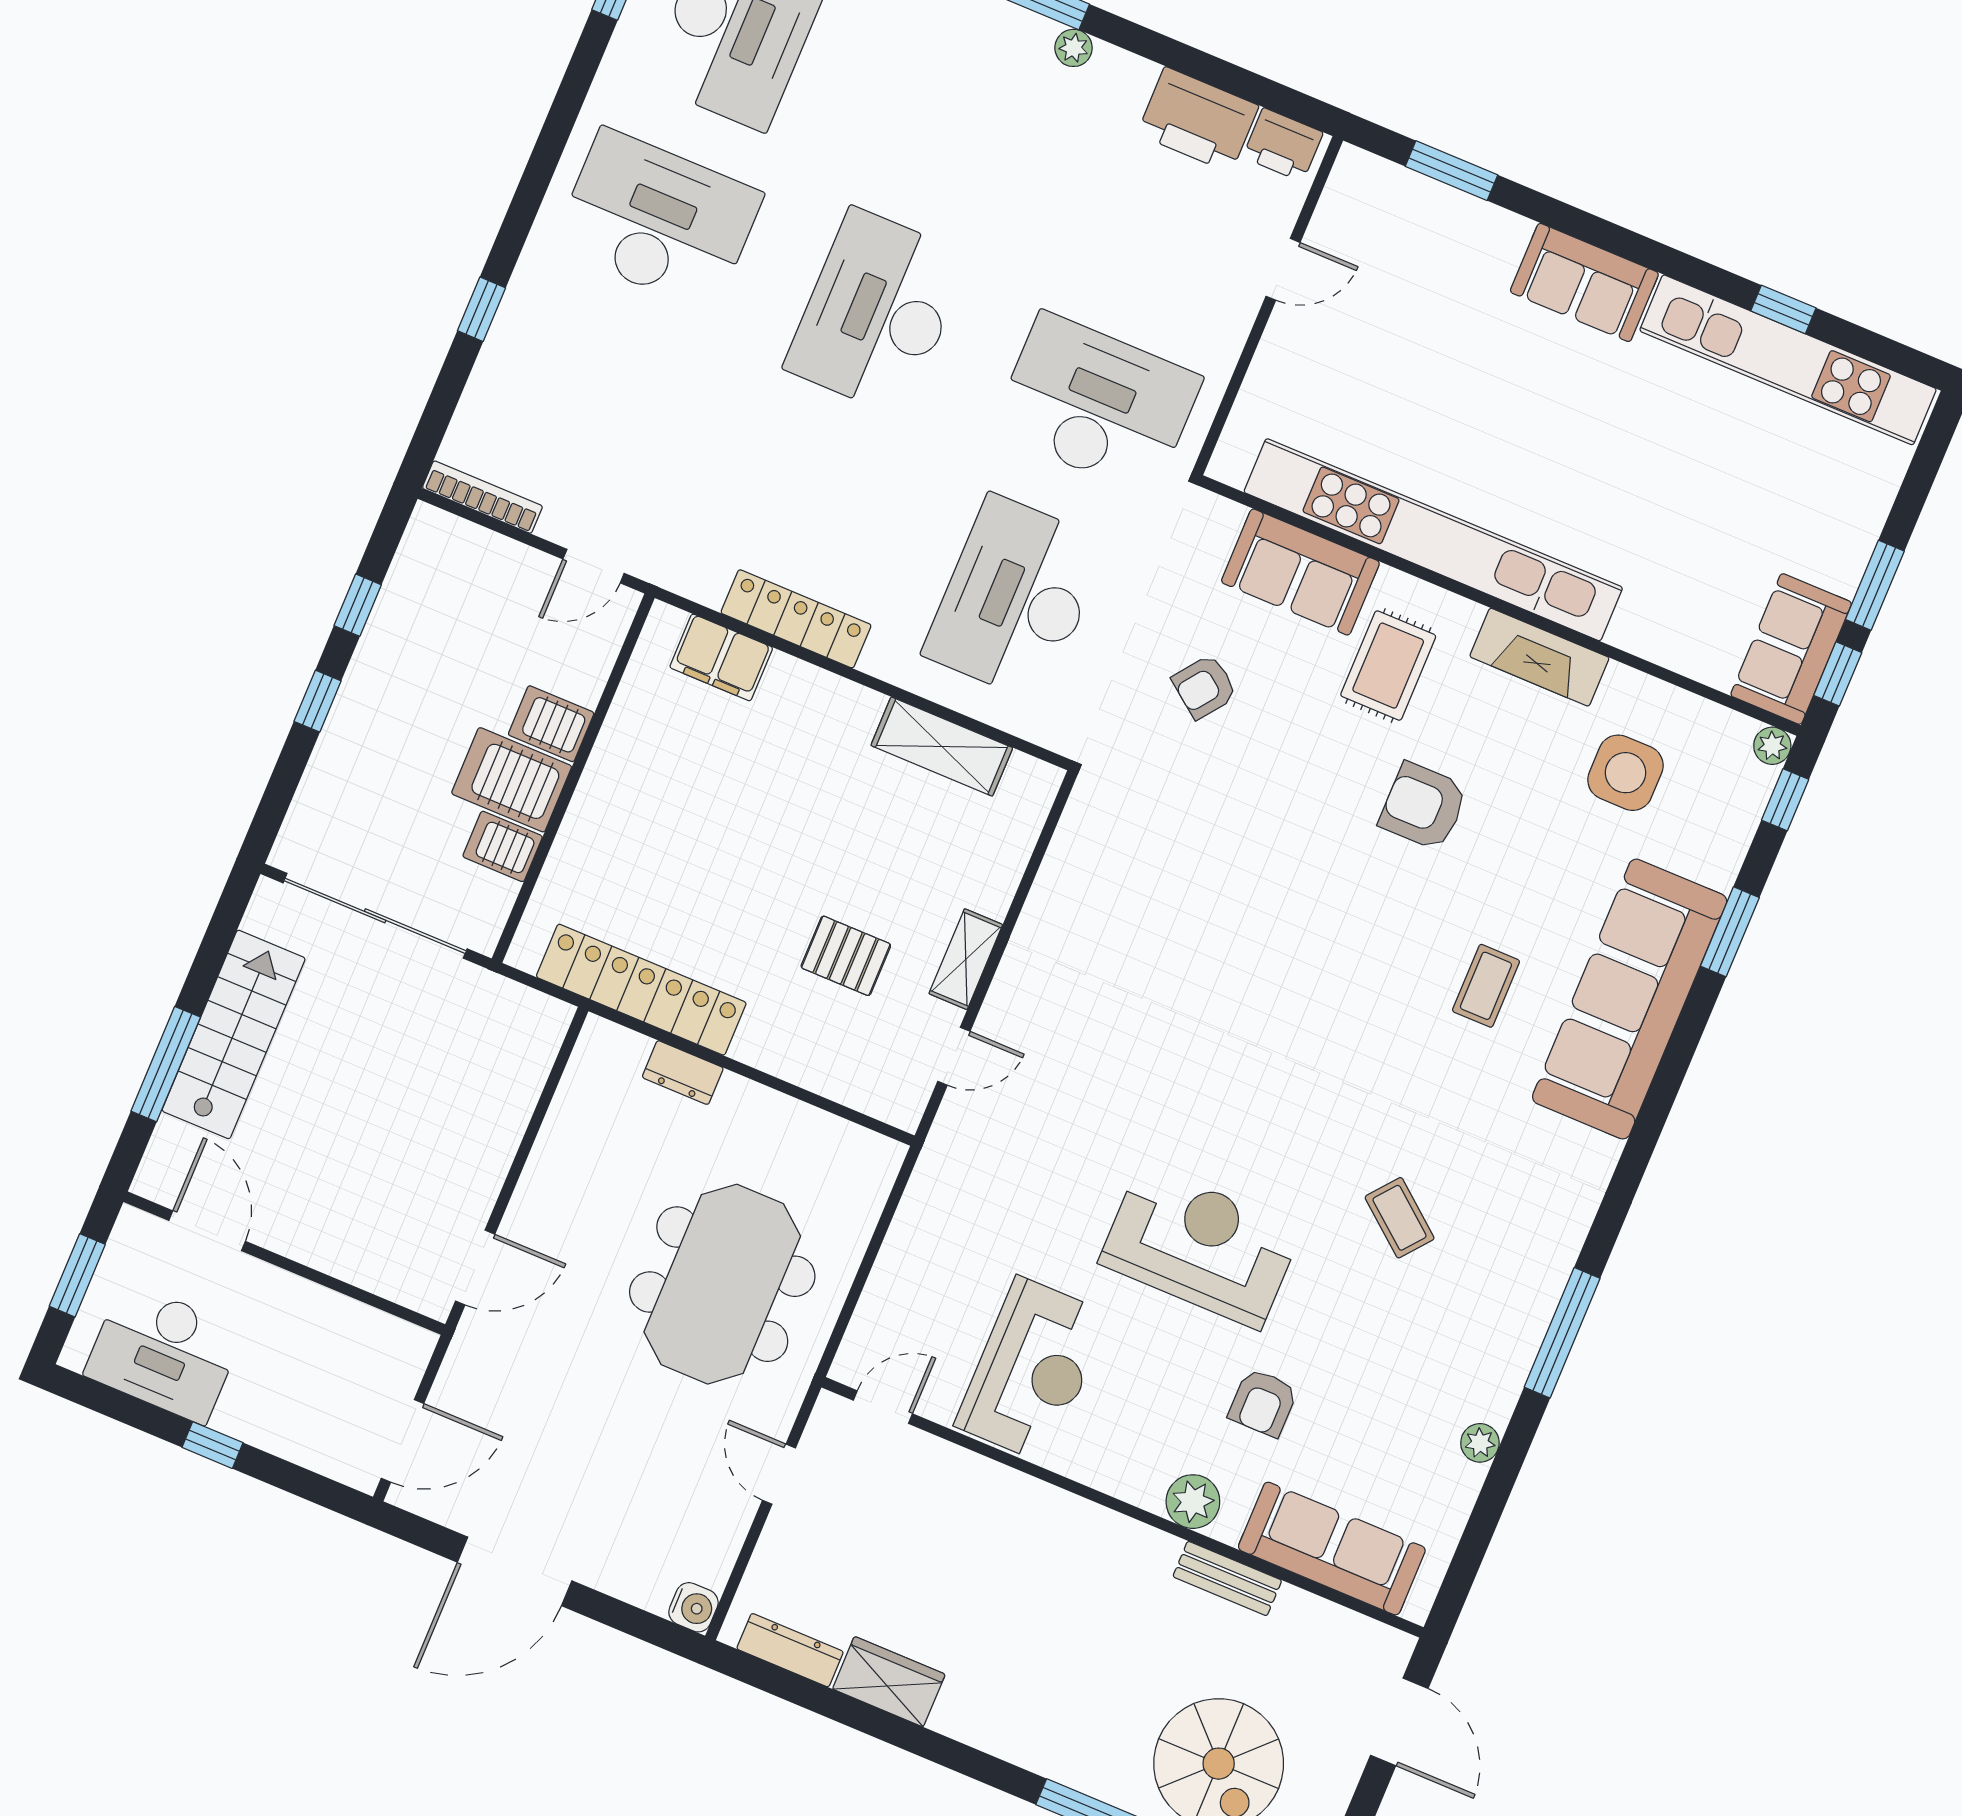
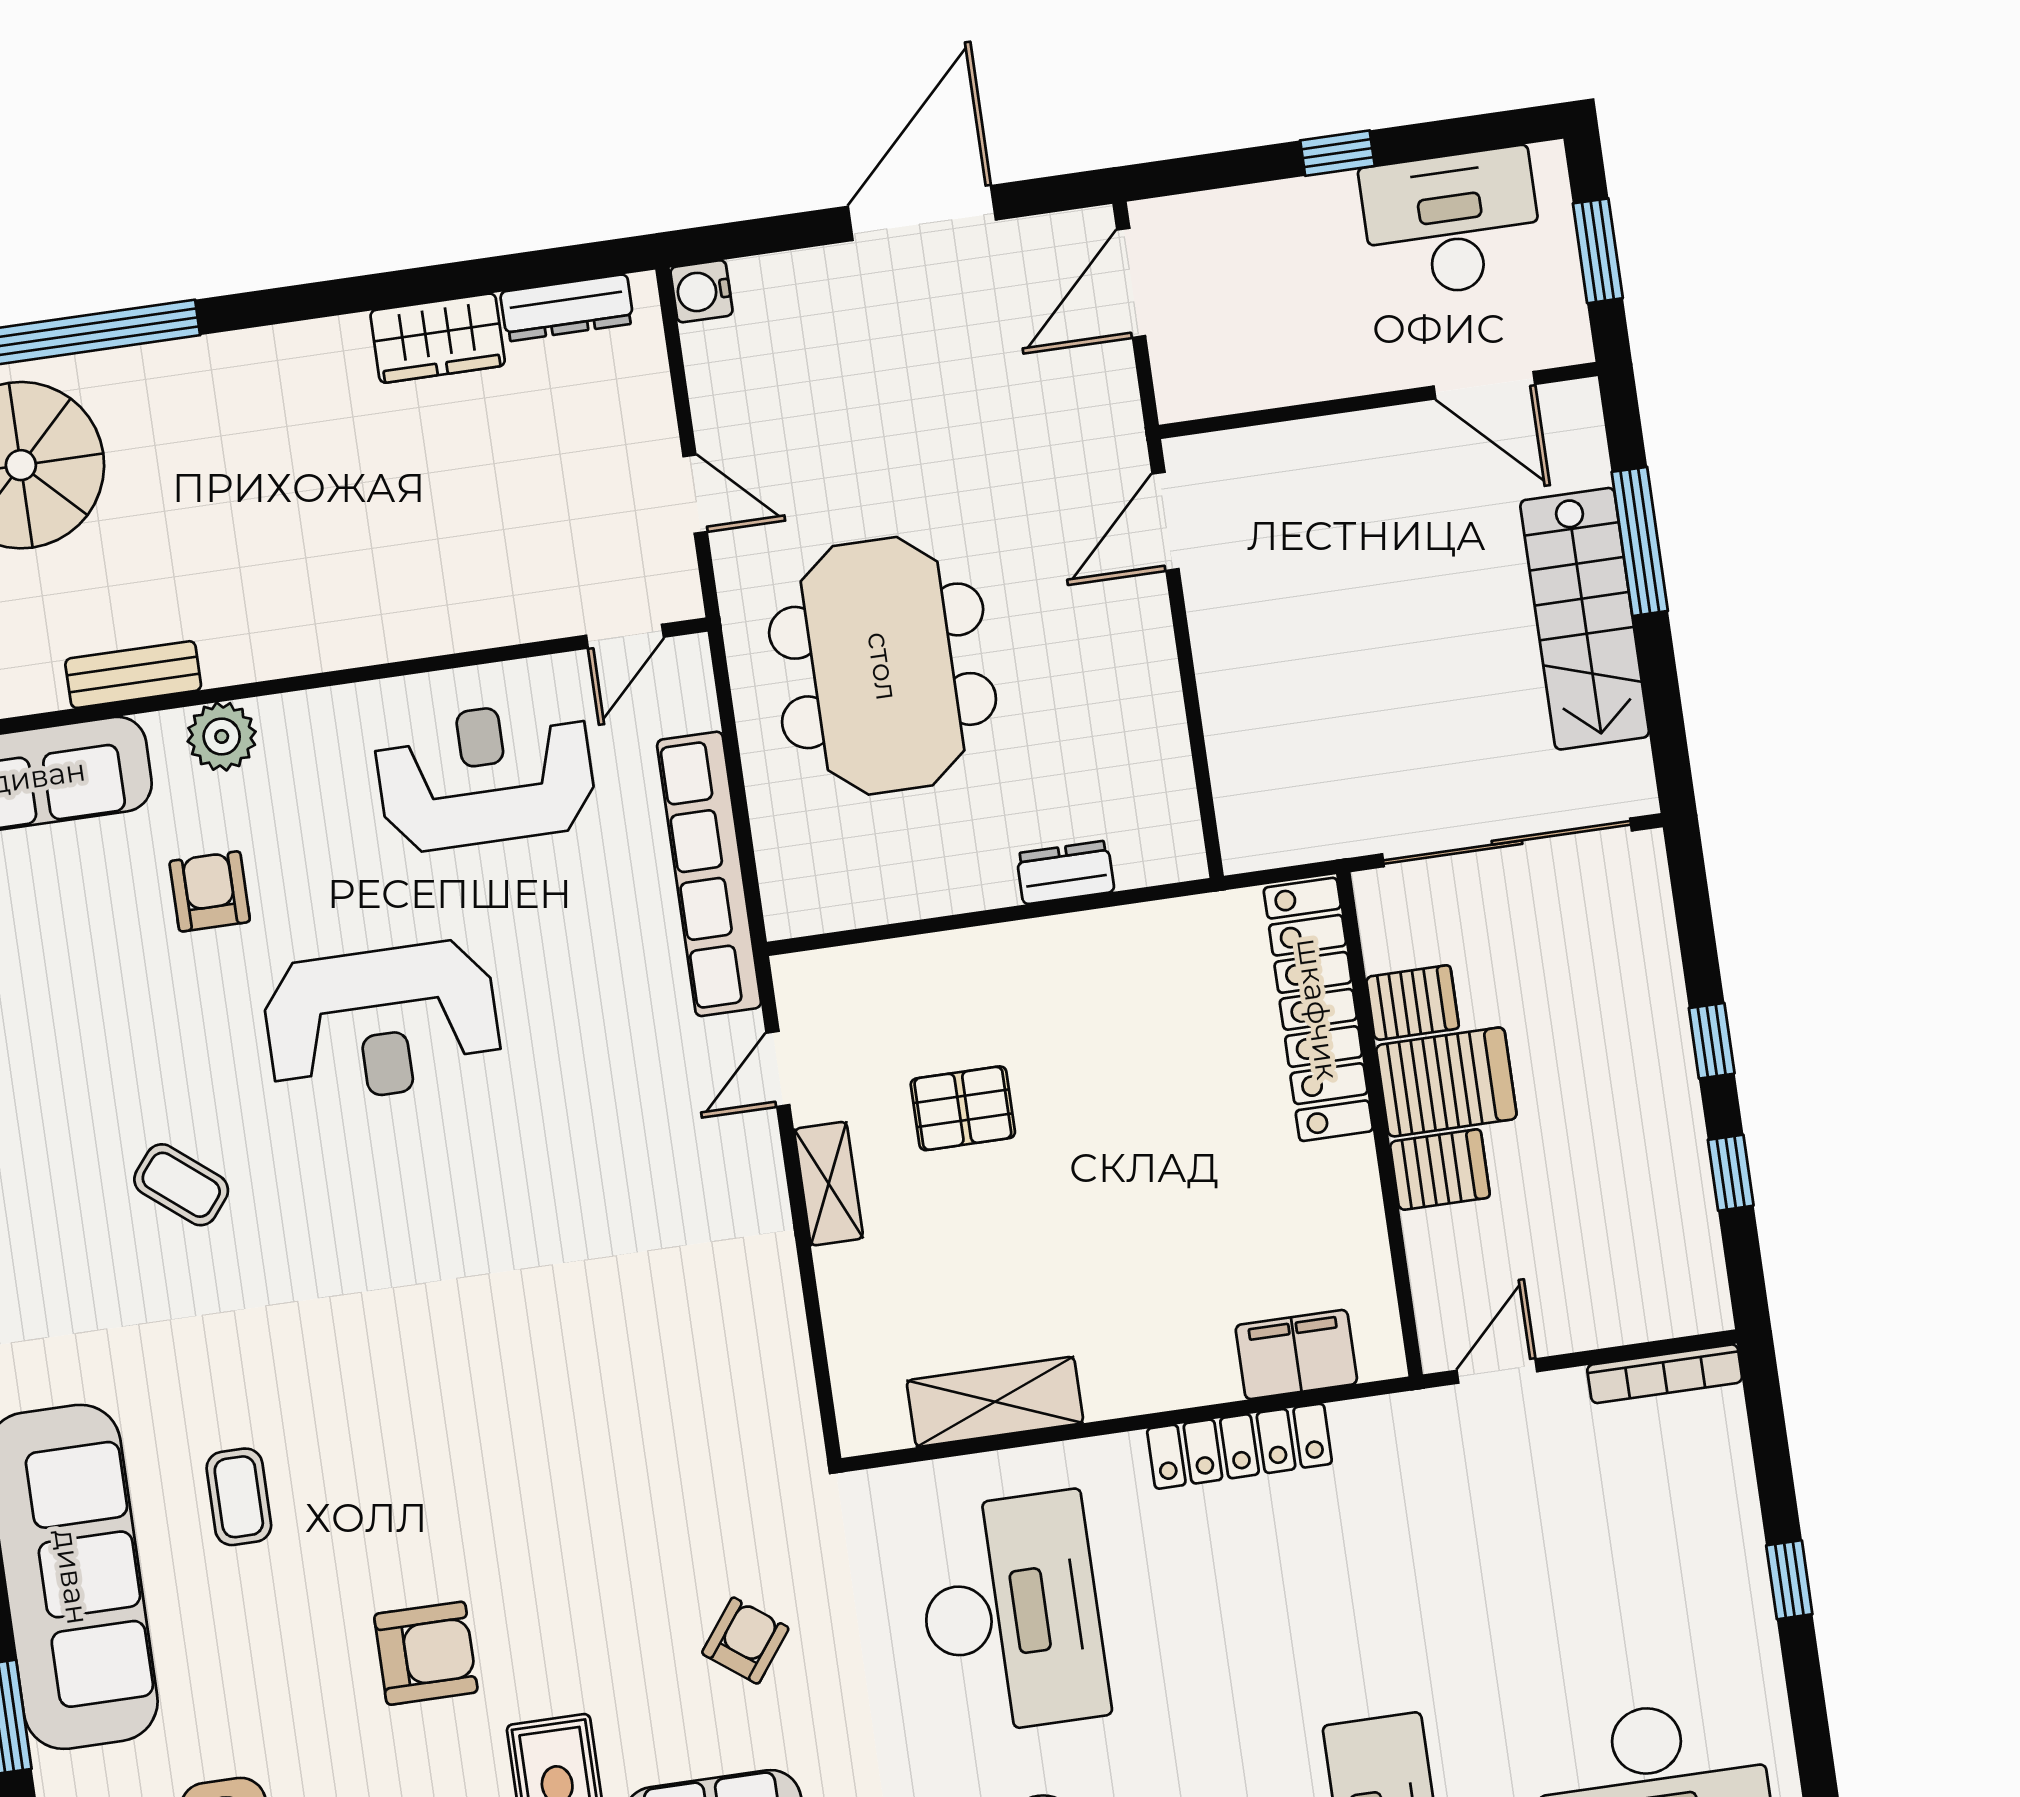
locker: (641, 990) -> (1318, 1009), moved, turned 90
row of seats: (922, 1214) -> (709, 874), added
reception desk: (1032, 1370) -> (485, 775), turned 90

